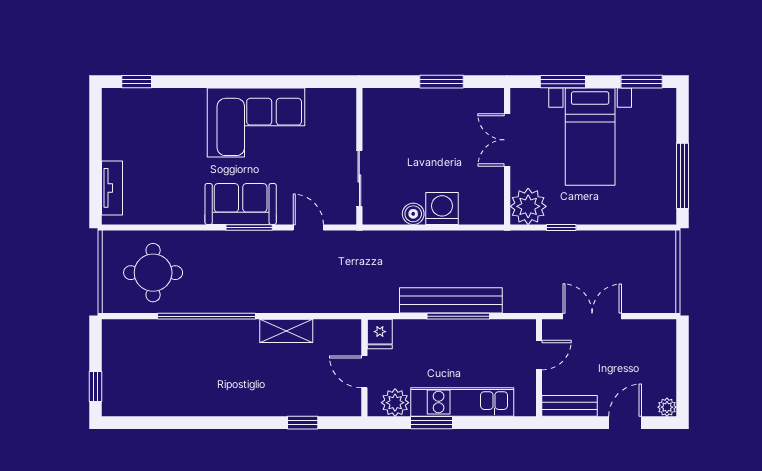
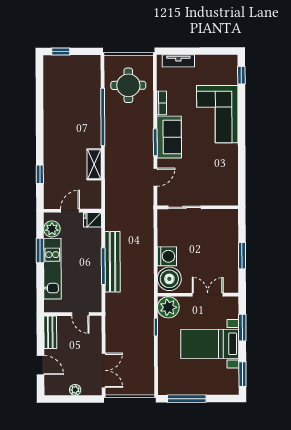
corner sofa: (256, 122) -> (217, 114), moved
boiler: (413, 214) -> (169, 279), moved, width x1.86, depth x1.86
bookcase: (183, 217) -> (162, 103), added
double door: (592, 316) -> (104, 370), moved
plant: (667, 407) -> (75, 390), moved

